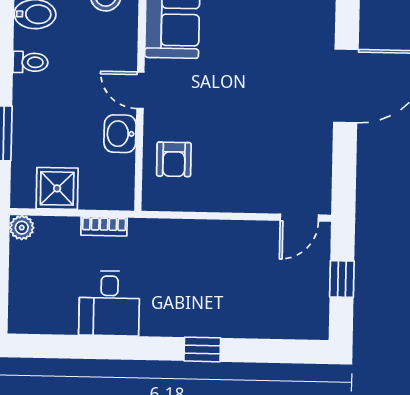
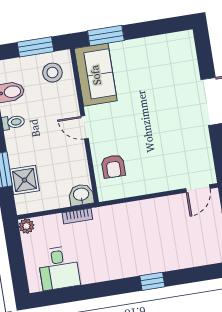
washbasin: (120, 134) -> (81, 195), moved, turned 90
shower: (57, 188) -> (24, 180), moved
desk: (109, 303) -> (59, 268), moved

